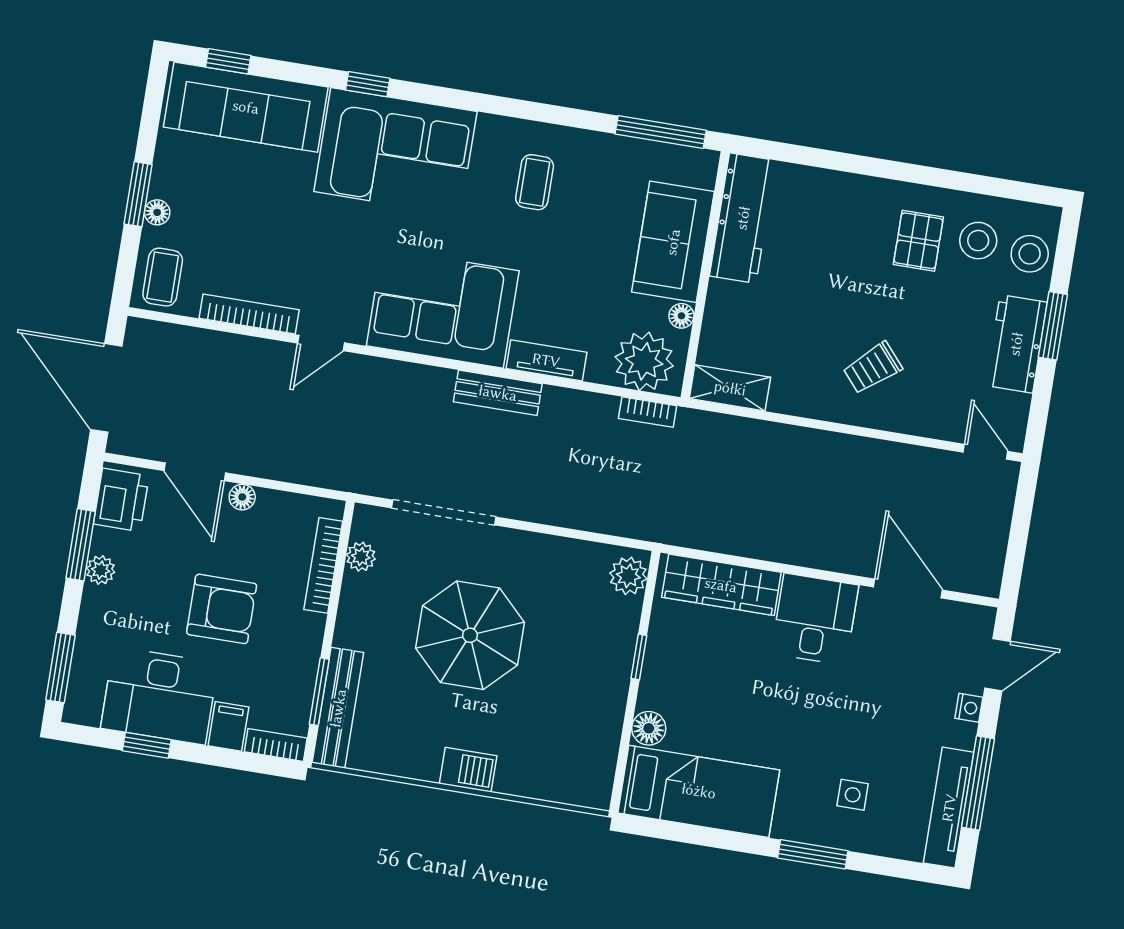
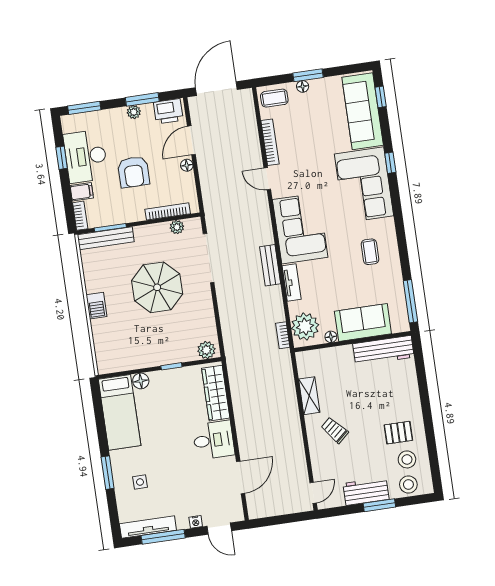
coffee table: (535, 182) -> (370, 252), turned 90
shelving: (730, 388) -> (309, 396), moved

